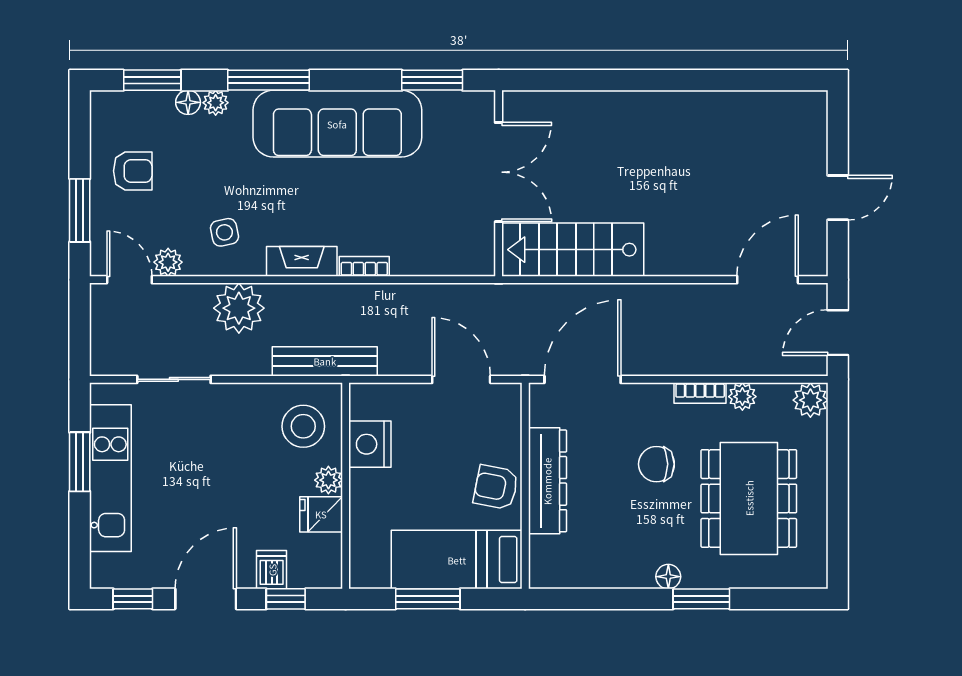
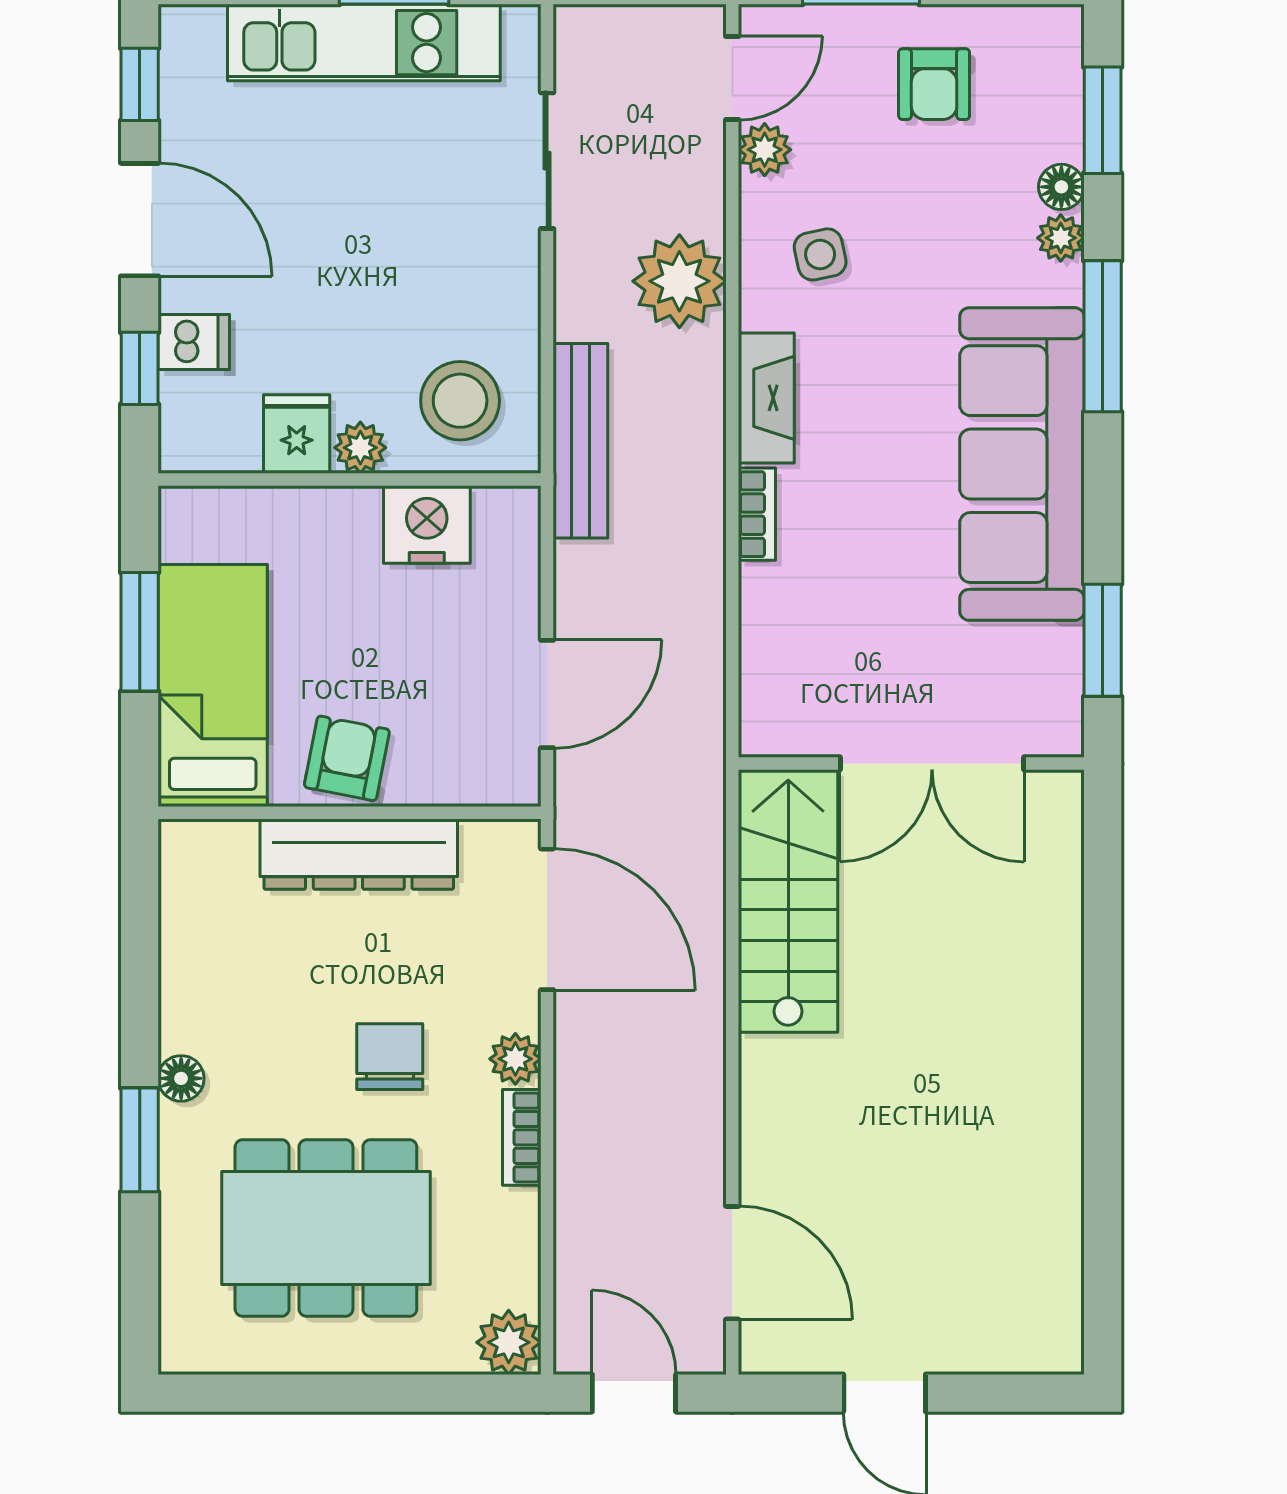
plant: (742, 397) -> (515, 1059), moved

